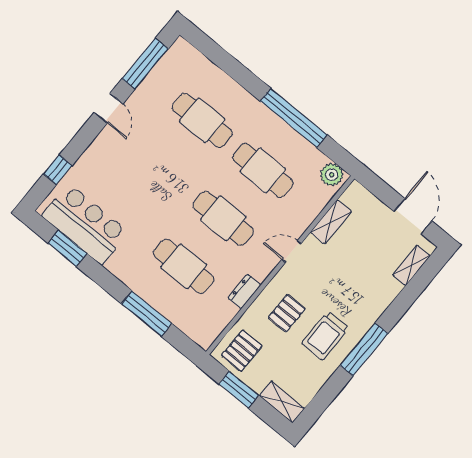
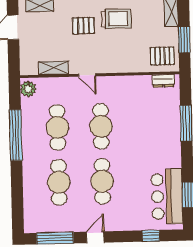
cafe table: (184, 266) -> (102, 181), moved
dresser: (244, 291) -> (163, 81), moved
pallet: (287, 313) -> (83, 26), moved

